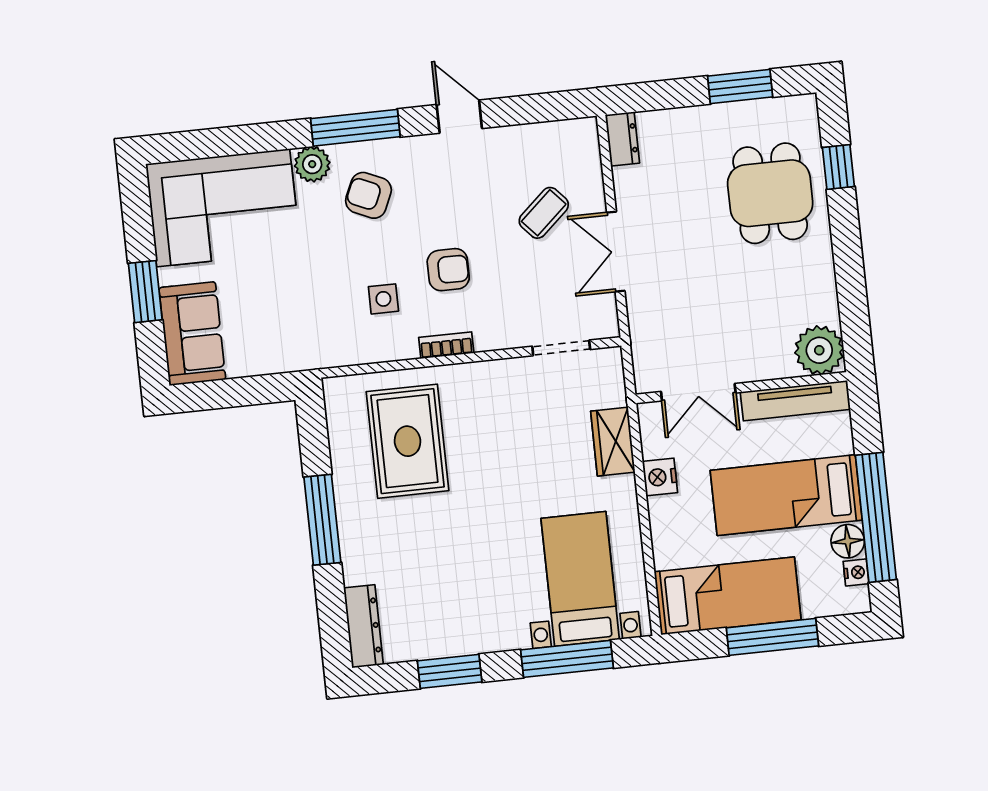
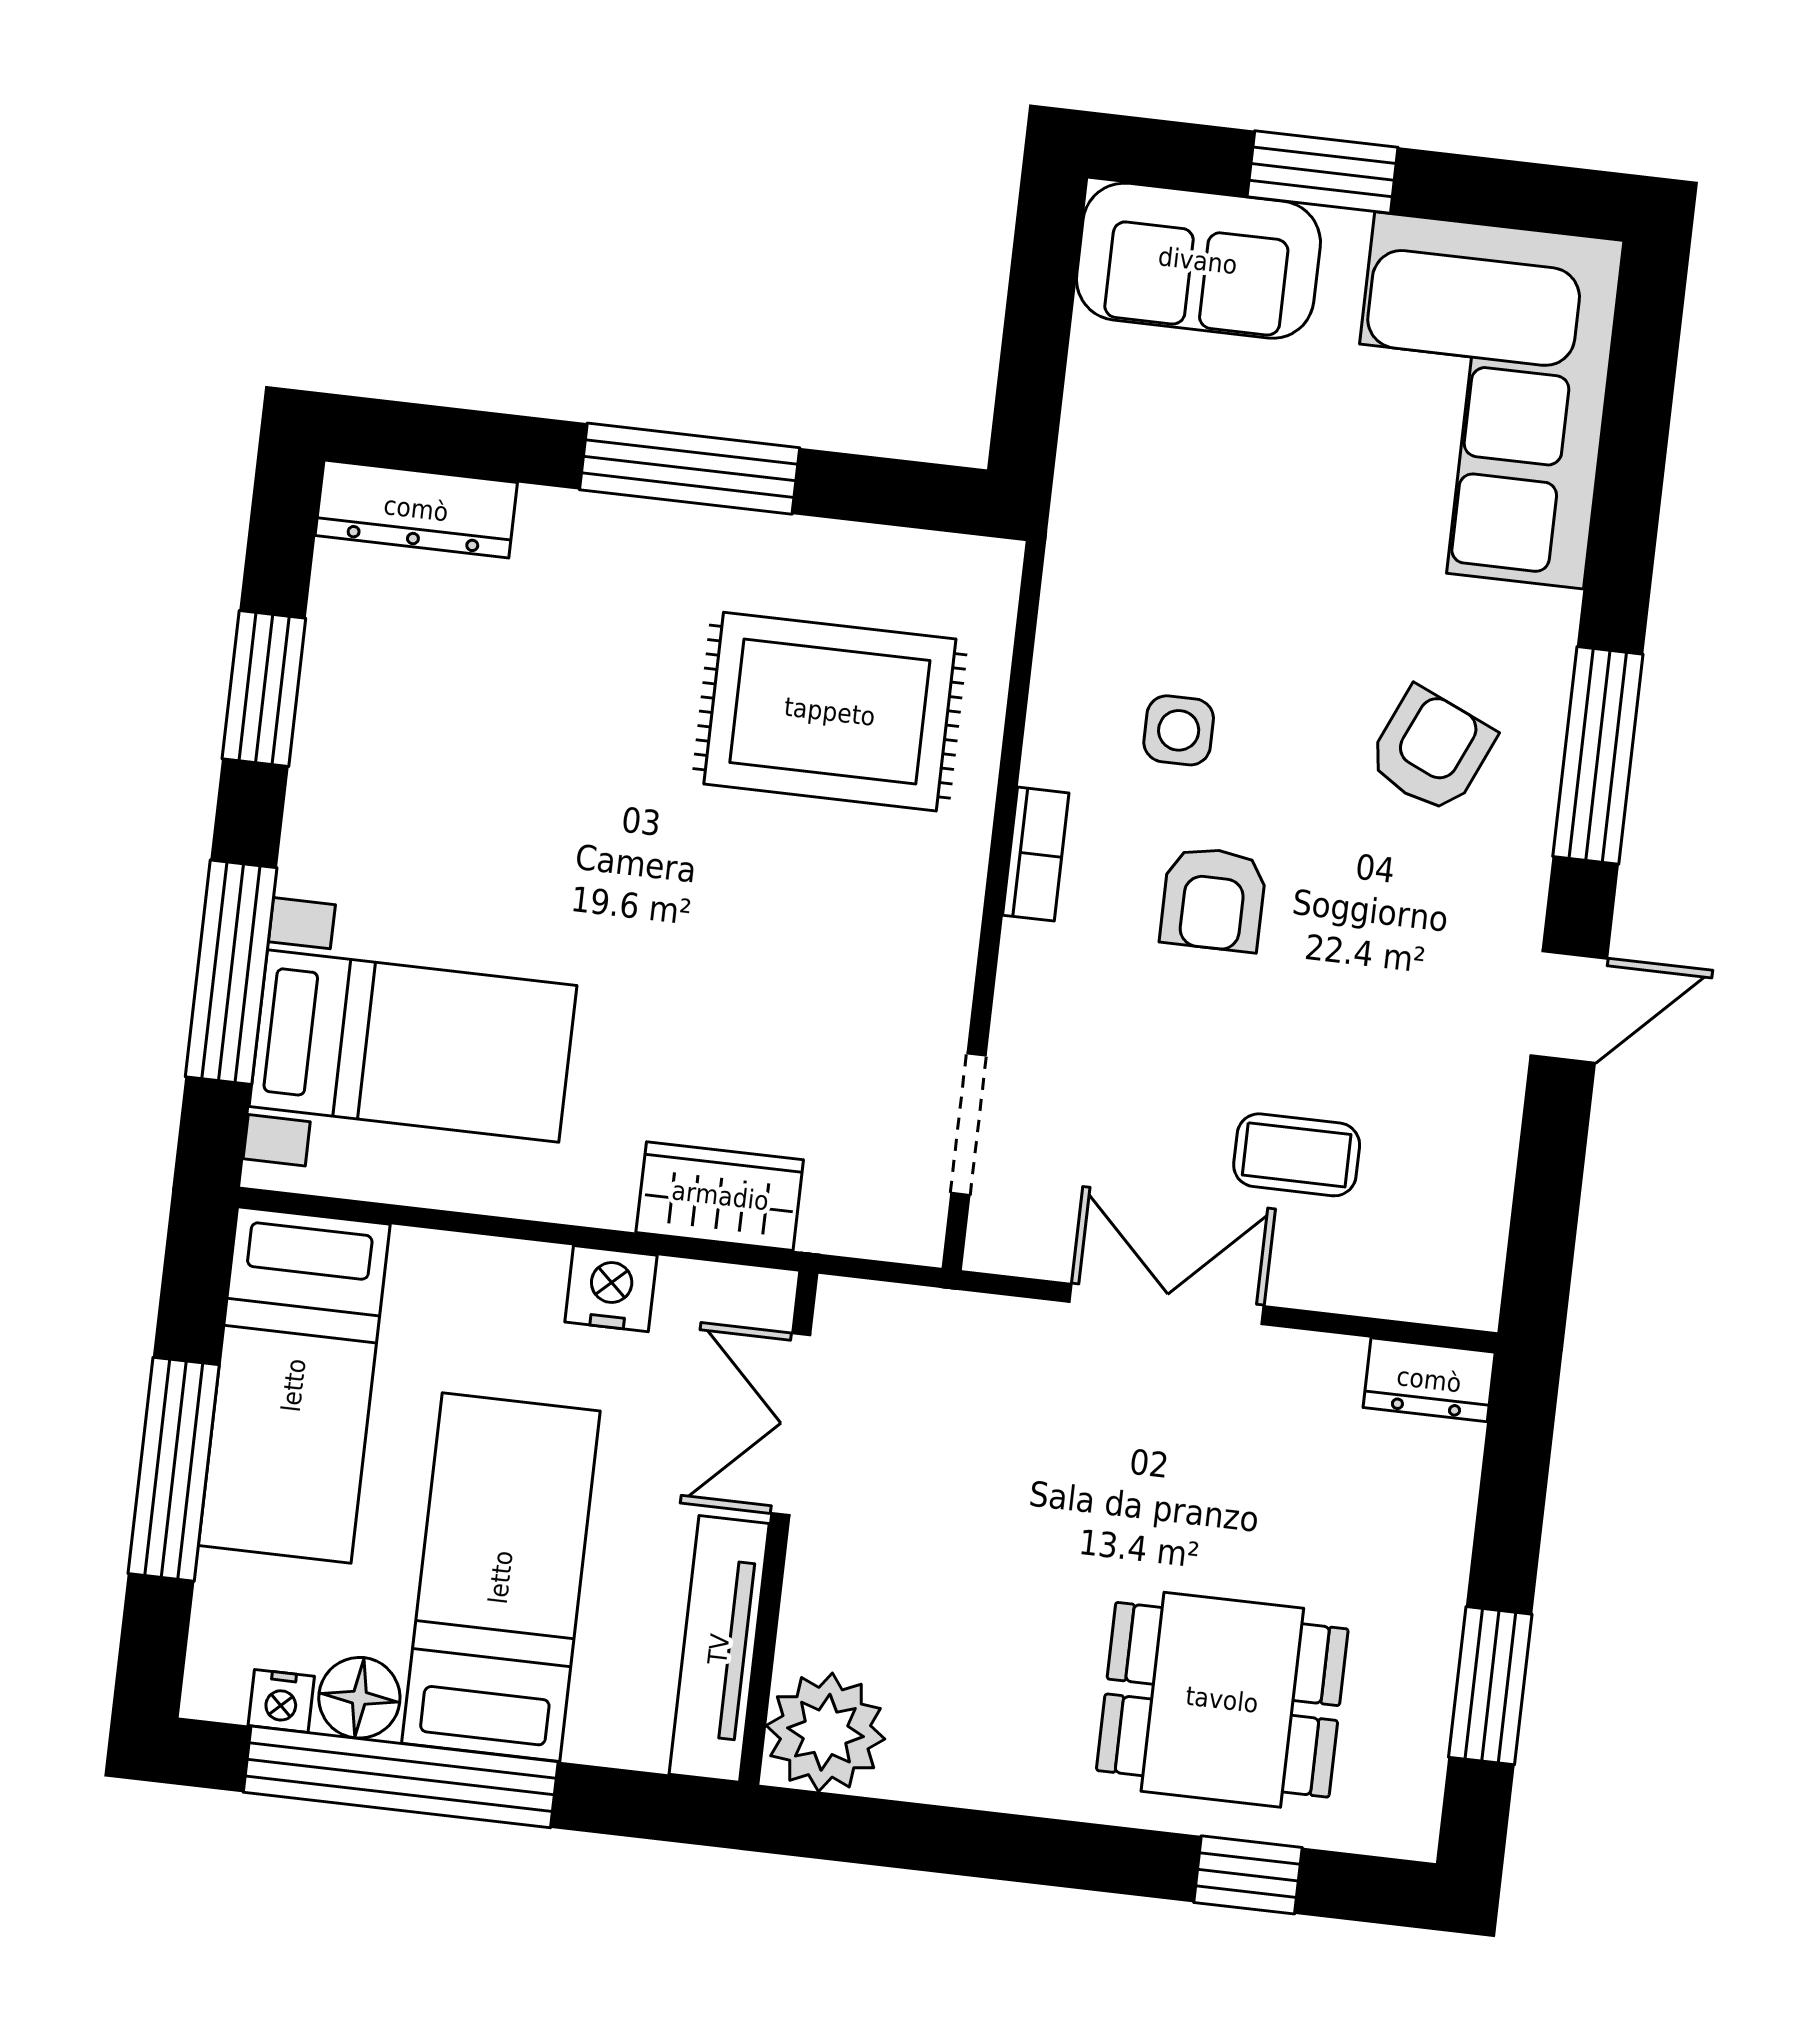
plant: (312, 164) -> (1535, 634), removed
coffee table: (544, 213) -> (1297, 1155), turned -48

